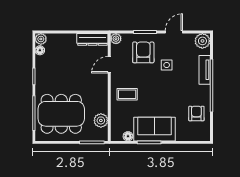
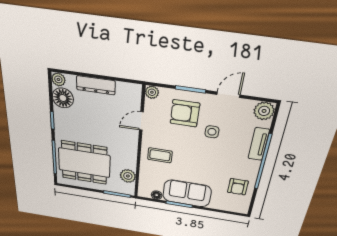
dresser: (92, 39) -> (96, 85), moved
floor lamp: (40, 50) -> (63, 98), width x1.89, depth x1.89
armchair: (143, 52) -> (185, 113), turned -90
armchair: (196, 113) -> (238, 187), turned 180

